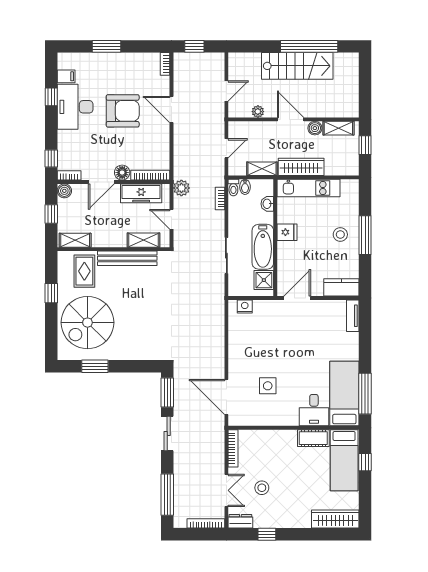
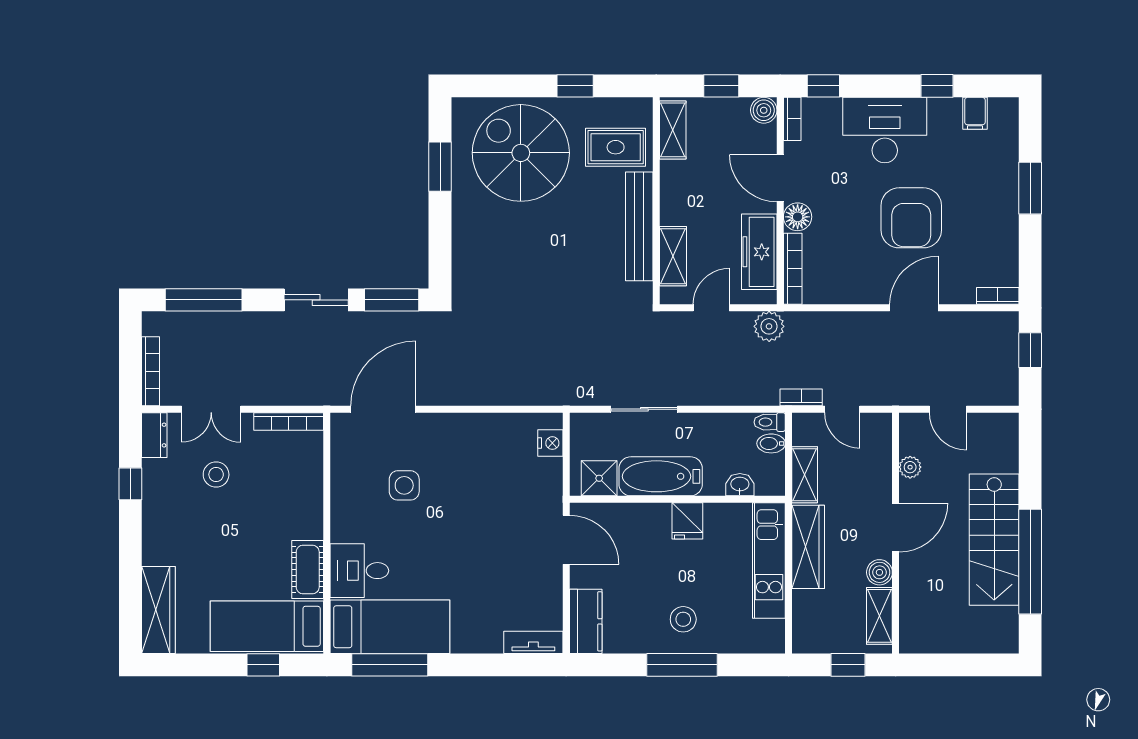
desk: (75, 107) -> (885, 130), moved
bookcase: (220, 199) -> (801, 397), moved

